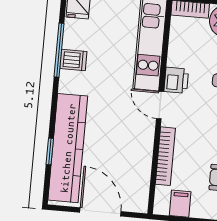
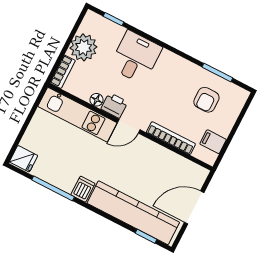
floor lamp: (174, 58) -> (96, 100), added
dishwasher: (73, 60) -> (83, 189), moved
window: (50, 151) -> (146, 236), moved

